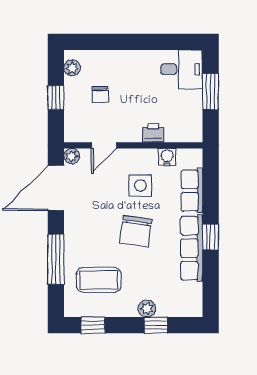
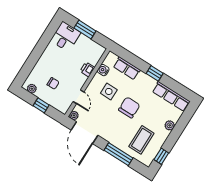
chair: (136, 231) -> (129, 107), turned -98
row of seats: (192, 248) -> (171, 96), moved
window: (156, 325) -> (180, 126), removed

